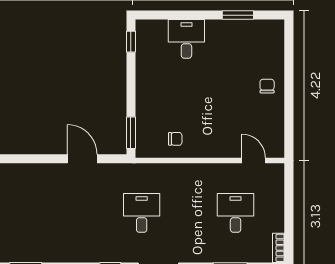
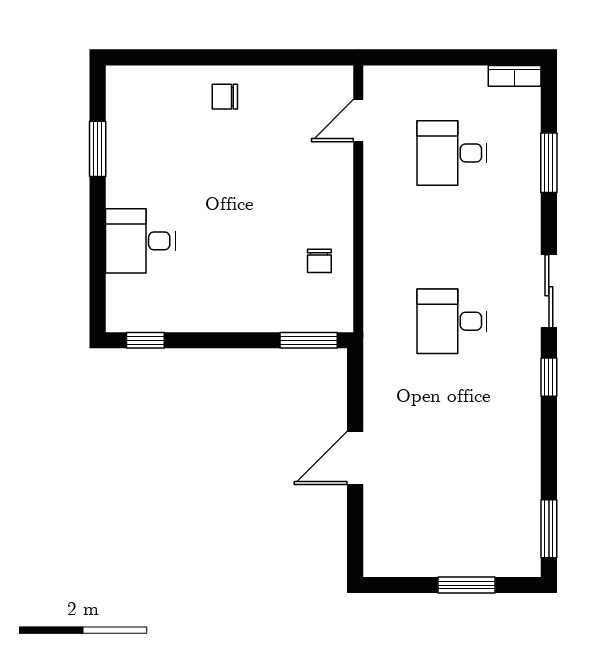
chair: (175, 139) -> (319, 261), turned 180
door: (82, 159) -> (355, 458), moved

